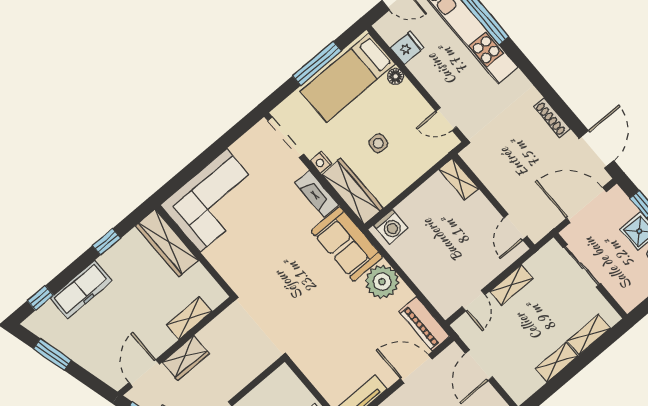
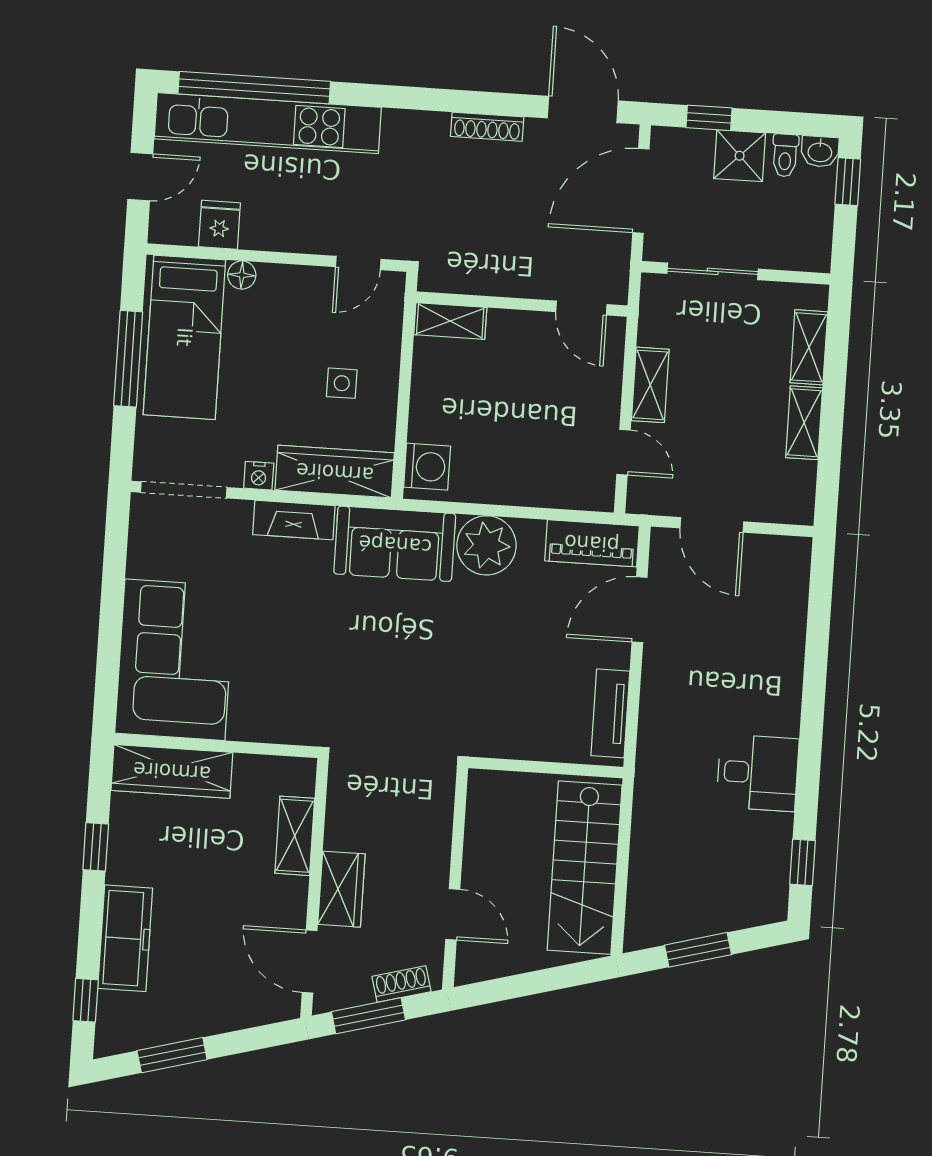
side table: (378, 143) -> (342, 383), moved

